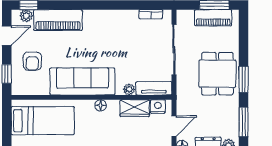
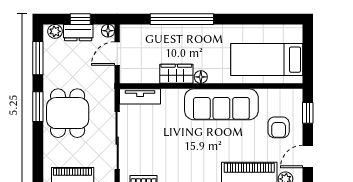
armchair: (32, 61) -> (279, 127), turned 180
plant: (129, 89) -> (168, 95), removed
nightstand: (158, 107) -> (136, 76), removed
wardrobe: (135, 108) -> (176, 74), moved

